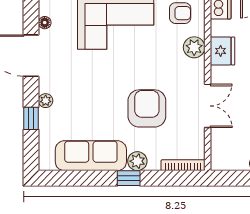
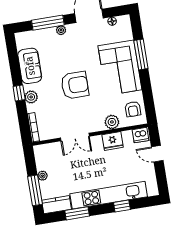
armchair: (147, 108) -> (75, 85), moved
window: (31, 118) -> (48, 23), width x2.17
sofa: (91, 156) -> (30, 66), width x0.73

